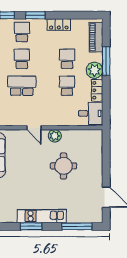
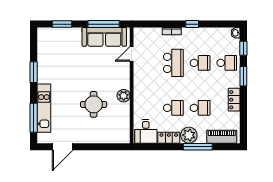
door: (34, 128) -> (132, 54), moved
kitchen unit: (42, 216) -> (44, 108), moved

